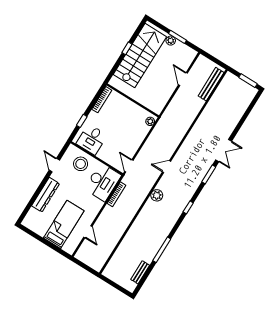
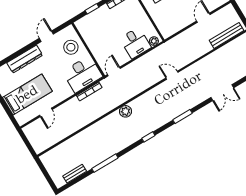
desk: (92, 139) -> (135, 43), moved, turned -90
double door: (224, 150) -> (222, 93), moved
door: (167, 167) -> (172, 75), moved

